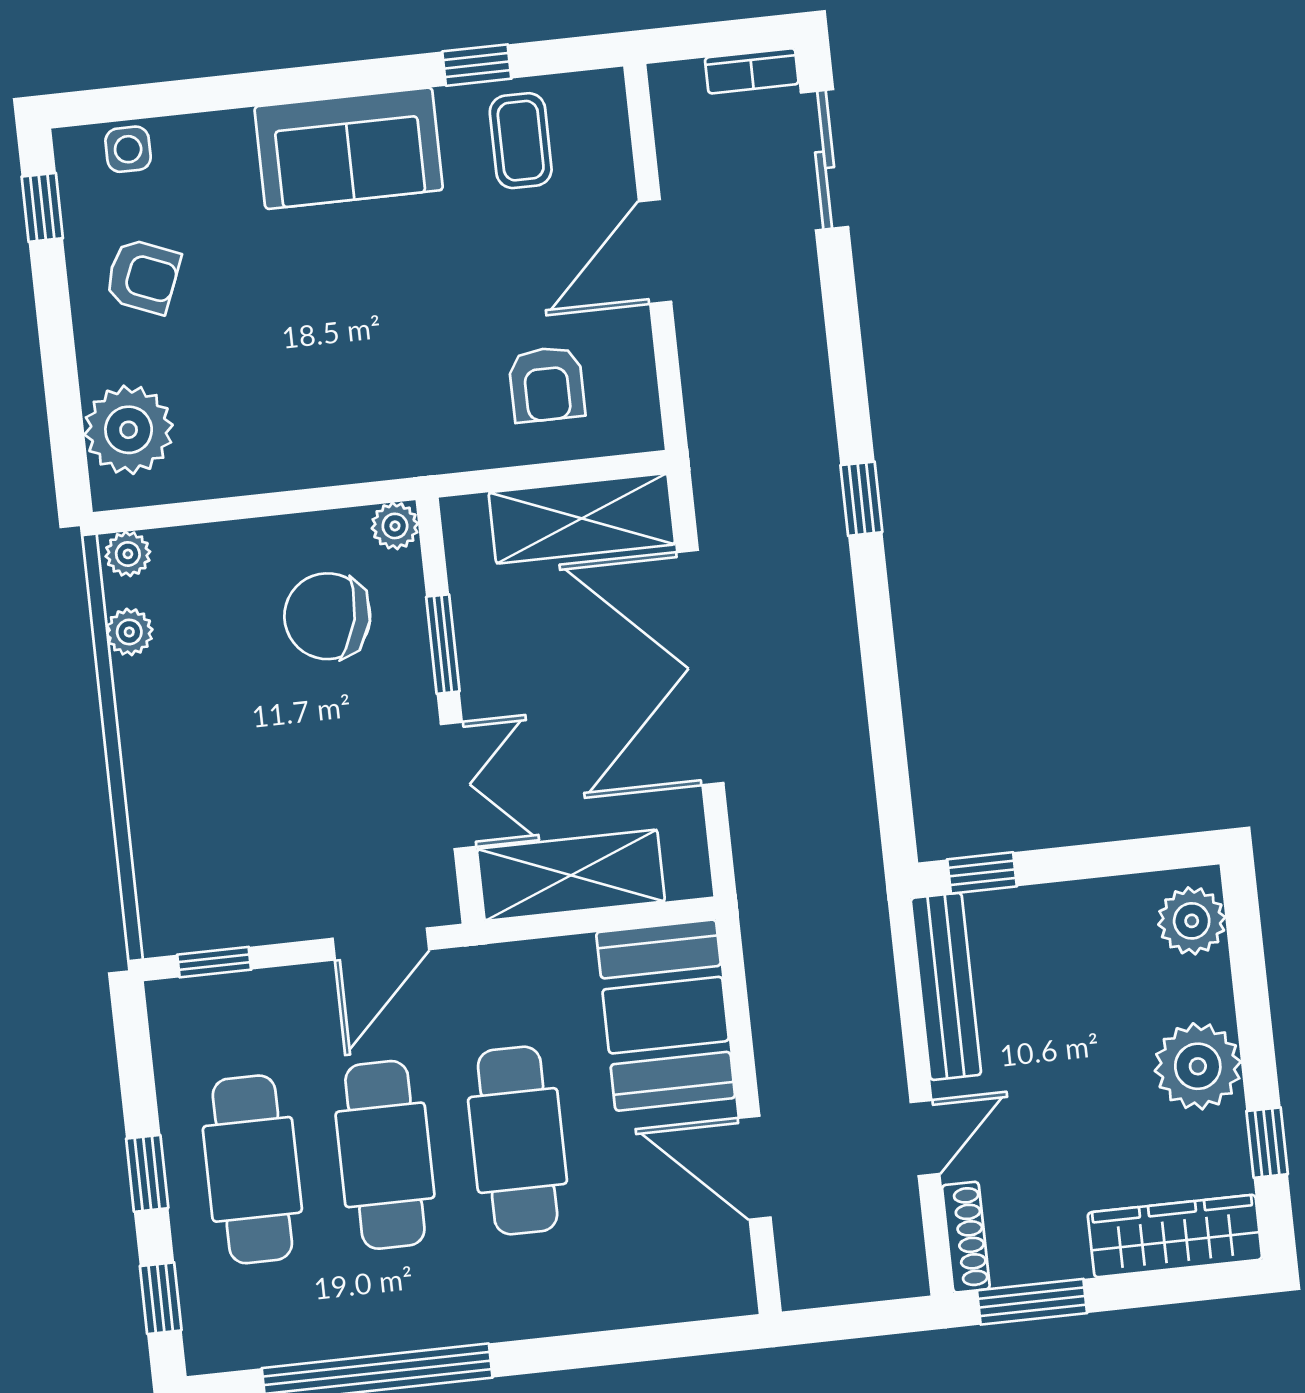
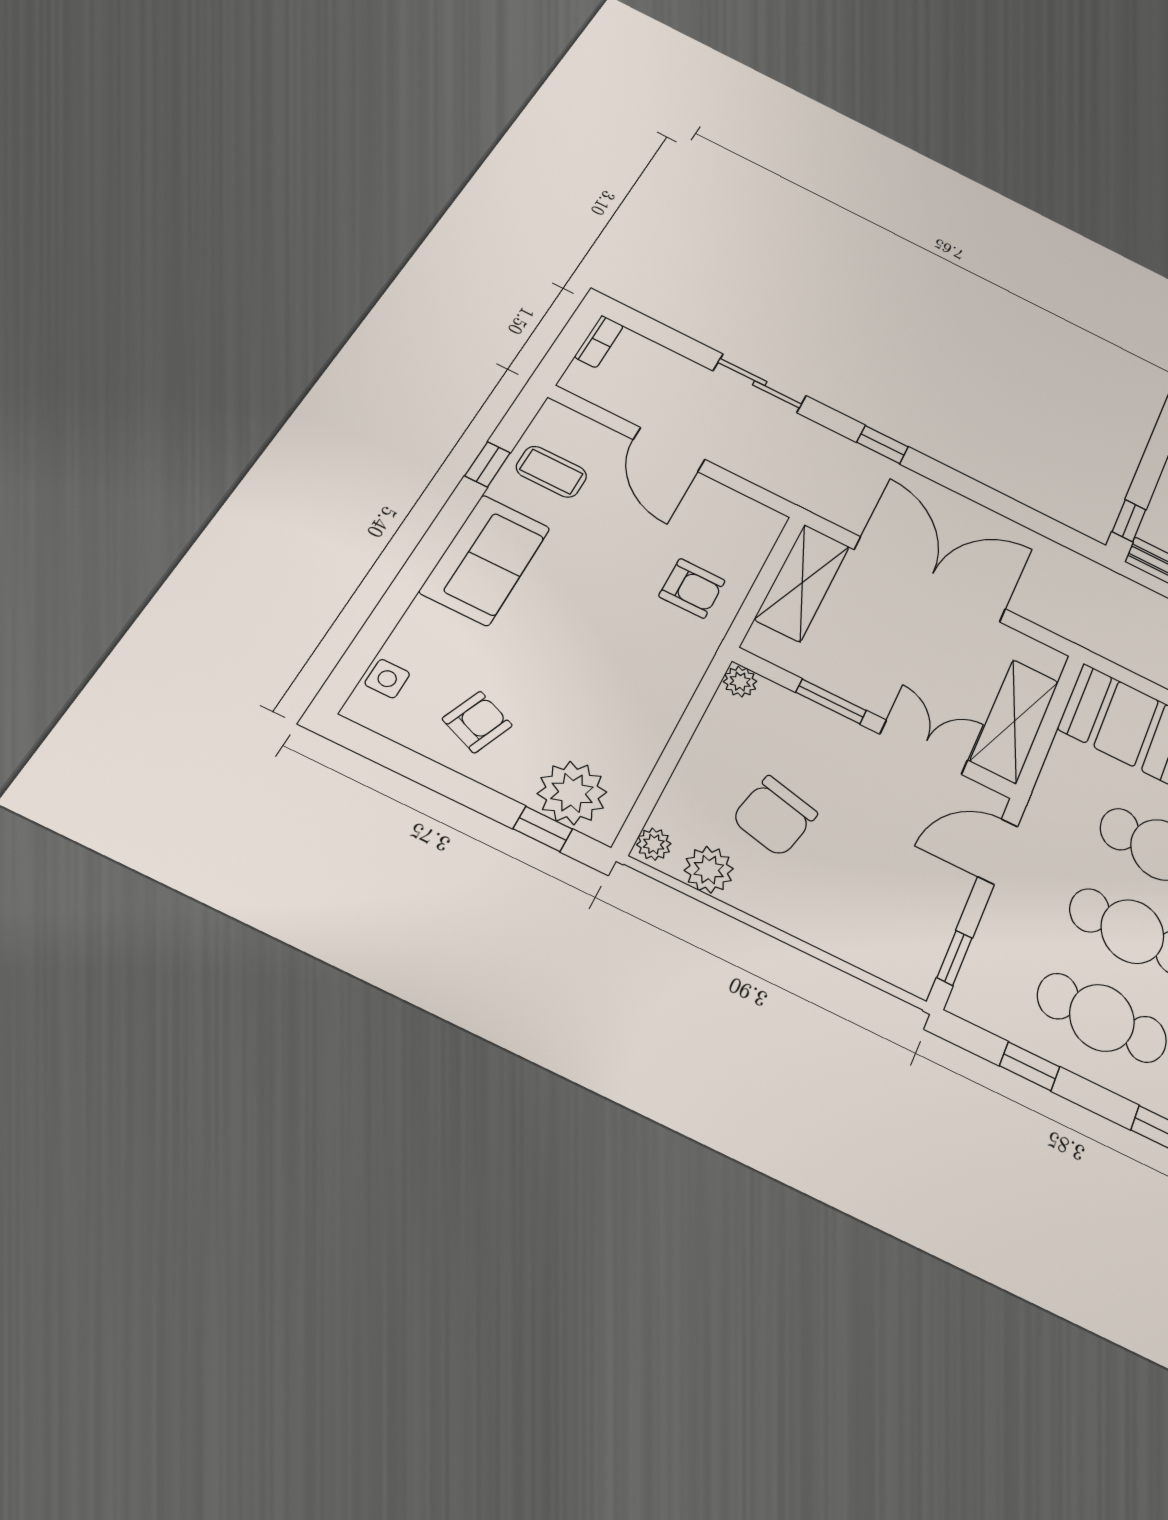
sliding door: (825, 160) -> (760, 383), moved
window: (42, 207) -> (543, 829), moved
armchair: (547, 384) -> (692, 588), moved
chair: (327, 616) -> (775, 816), moved
plant: (129, 632) -> (709, 870), width x1.38, depth x1.38
double door: (700, 667) -> (930, 579), swing flipped
door: (381, 944) -> (998, 852), swing flipped
window: (147, 1173) -> (1030, 1066), moved

